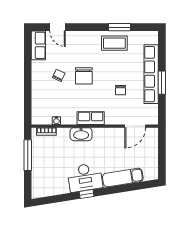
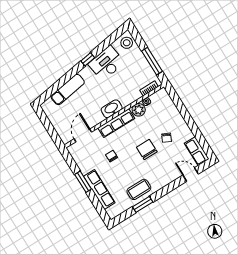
row of seats: (151, 74) -> (99, 189), width x0.73
plant: (68, 117) -> (139, 110), added
row of seats: (91, 118) -> (116, 123), width x1.48
washbasin: (81, 134) -> (112, 109), moved
desk: (85, 177) -> (106, 63), moved
stool: (41, 187) -> (127, 43), added

